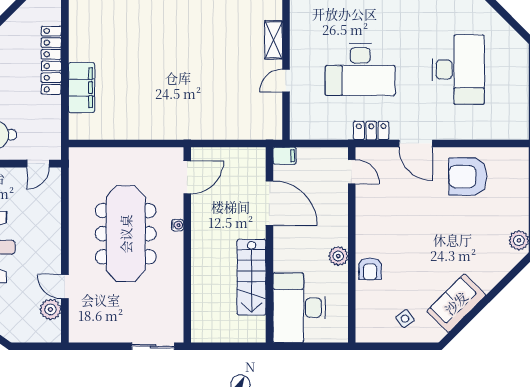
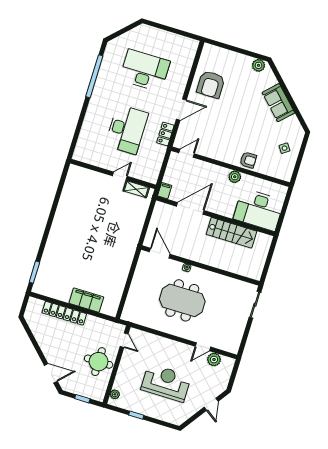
shelving: (274, 40) -> (136, 189), moved
door: (286, 81) -> (120, 176), swing flipped
meeting table: (126, 234) -> (182, 300), width x0.73
sofa: (456, 303) -> (278, 103), moved

